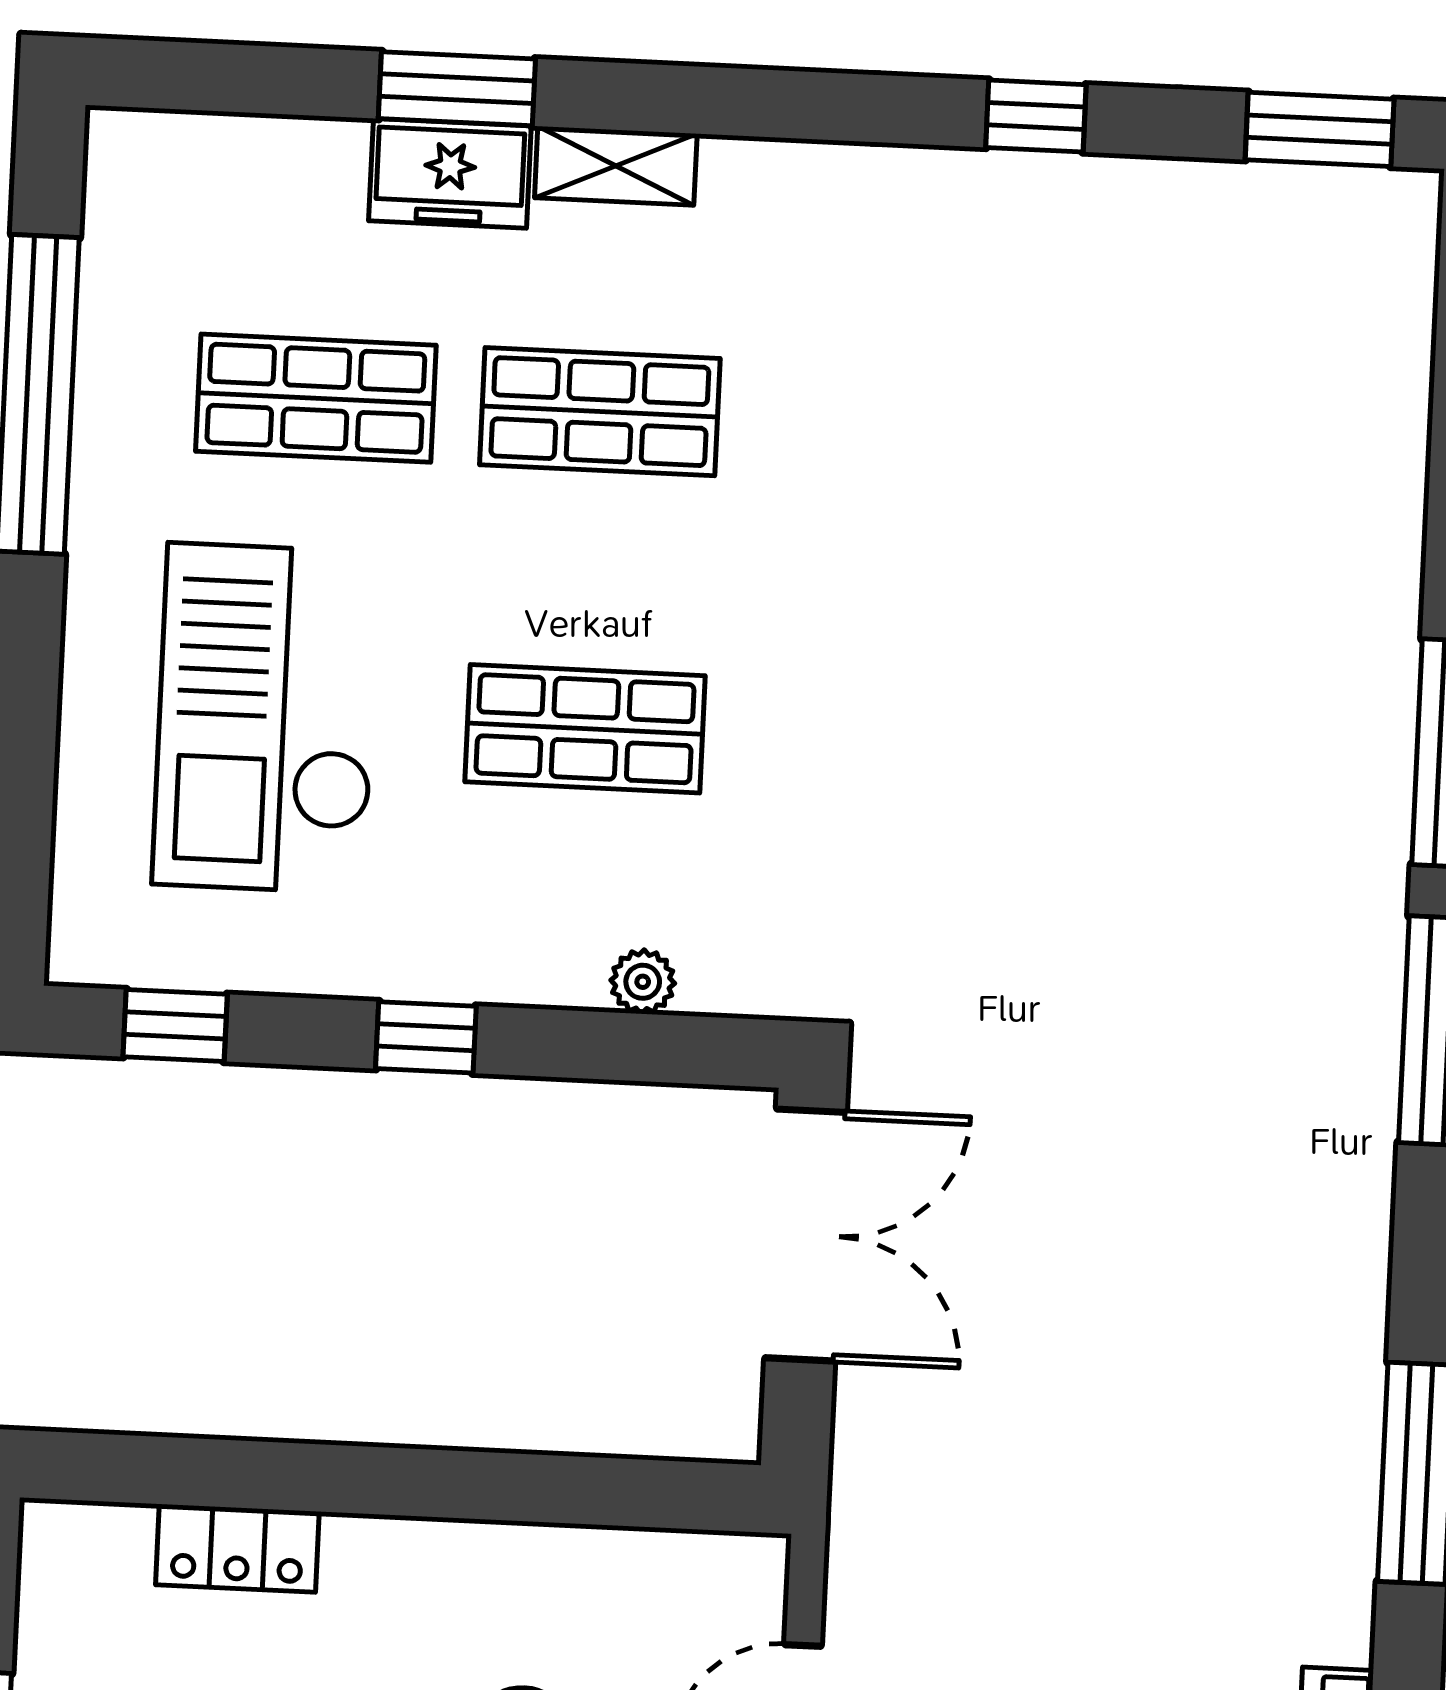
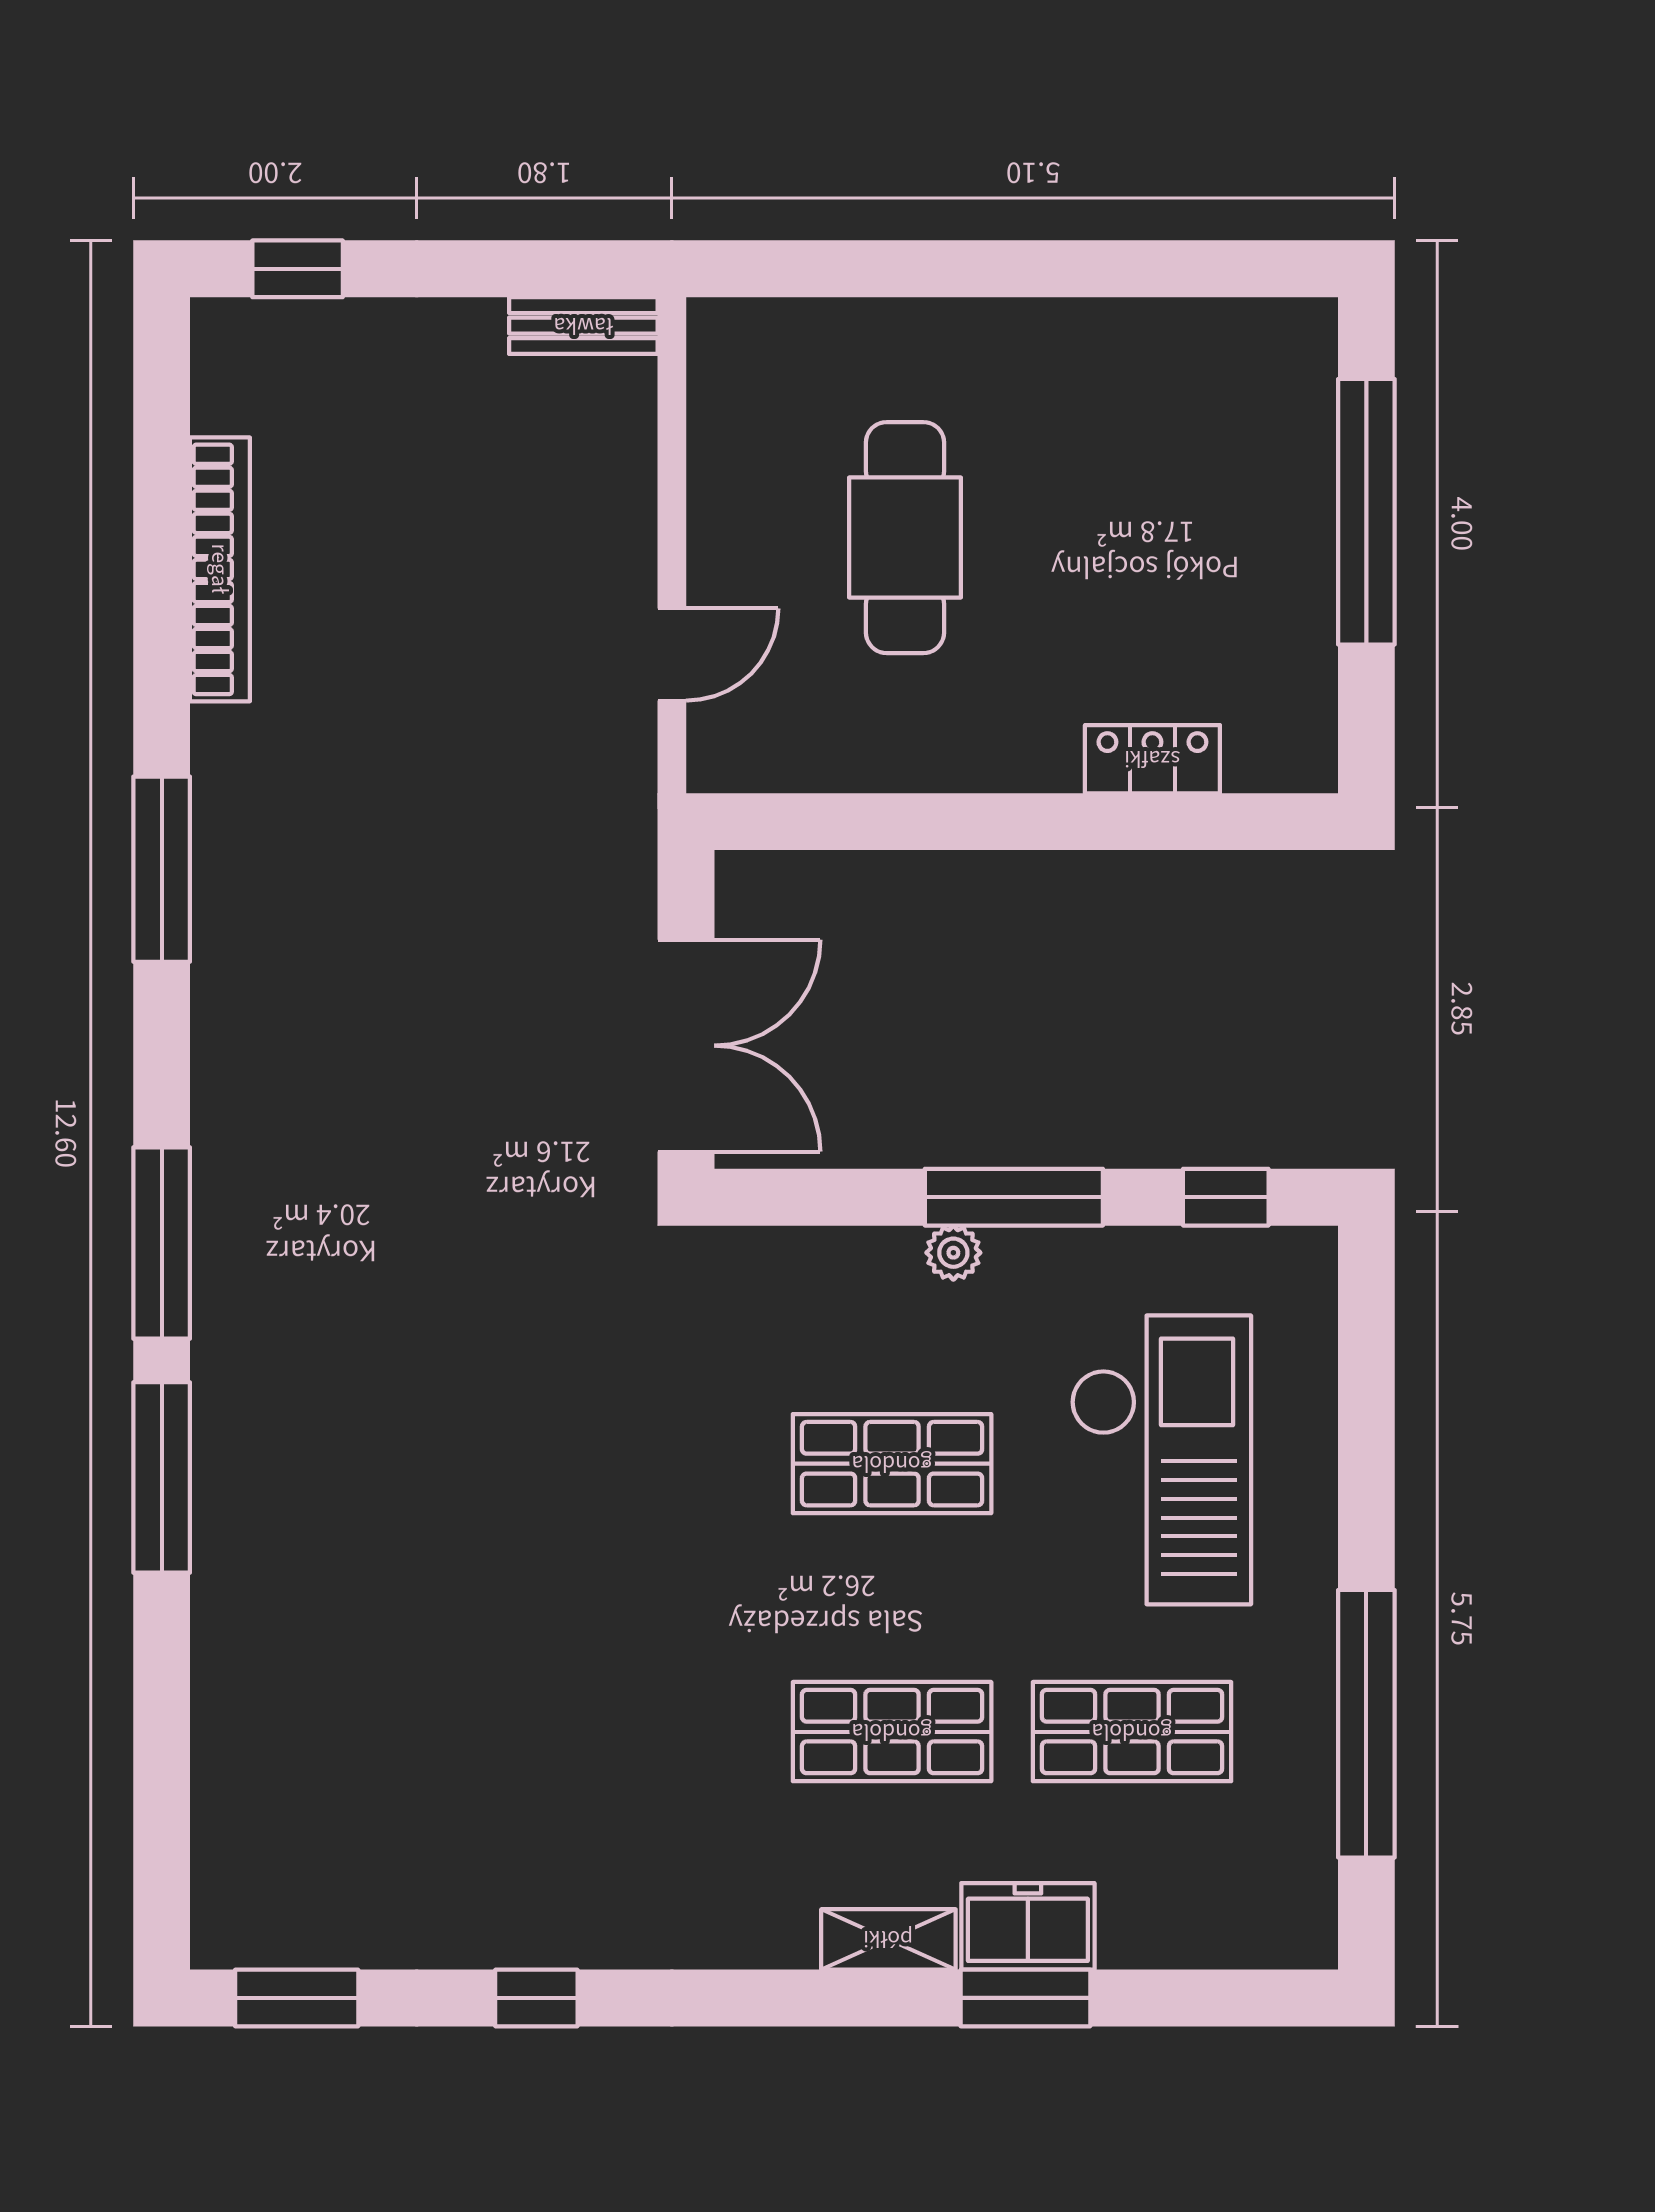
plant: (643, 982) -> (953, 1253), moved
window: (426, 1037) -> (1014, 1197), width x2.17
double door: (806, 1235) -> (686, 1046), swing flipped

